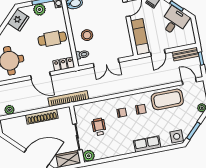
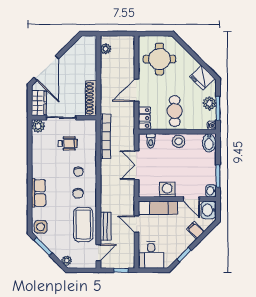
desk: (174, 21) -> (151, 255), moved, turned 45
washing machine: (122, 32) -> (167, 190), added
stool: (87, 35) -> (179, 141), moved
bench: (185, 54) -> (106, 226), moved
bookcase: (68, 99) -> (105, 136), moved
shoe rack: (42, 117) -> (91, 98), moved

